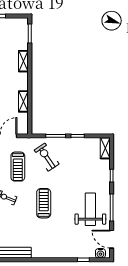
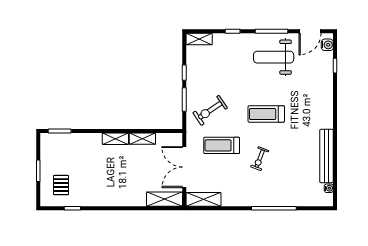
shelving: (23, 61) -> (115, 139), moved
treadmill: (18, 167) -> (222, 145), turned 180

